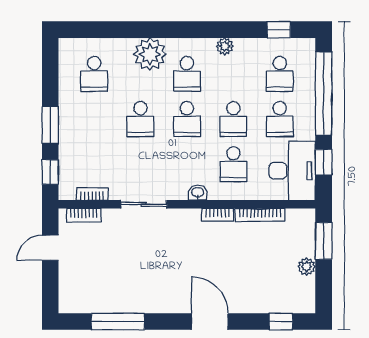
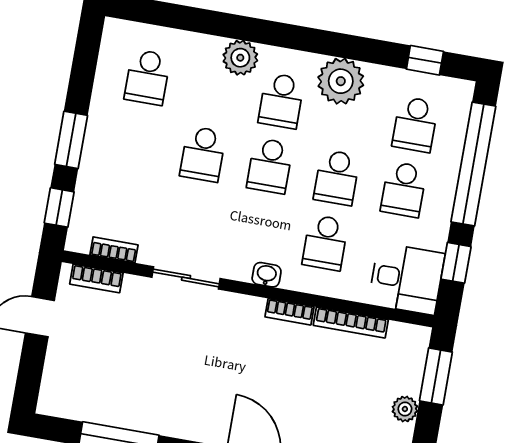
plant: (225, 46) -> (341, 81), width x1.88, depth x1.88
plant: (150, 54) -> (240, 58), width x0.73, depth x0.73
desk: (292, 171) -> (406, 279), width x0.73

